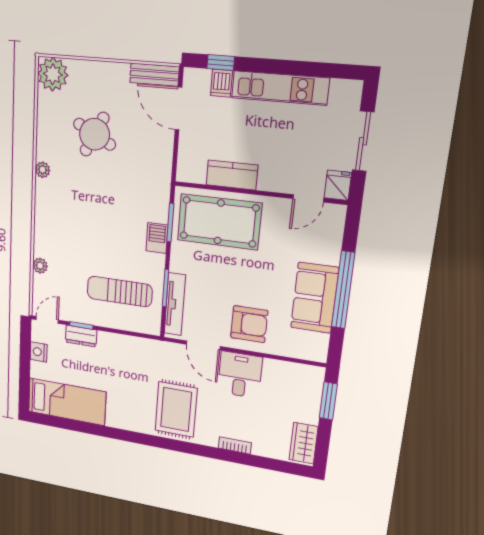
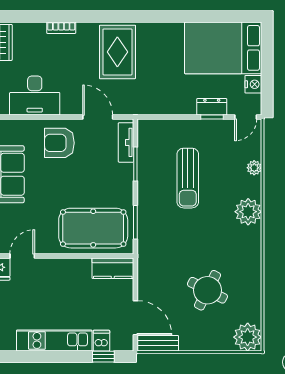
plant: (43, 170) -> (248, 212), moved, width x1.88, depth x1.88
kitchen counter: (232, 175) -> (113, 268), moved
barbecue: (157, 238) -> (146, 207), removed
sun lounger: (120, 291) -> (188, 178), moved, turned 90
tv unit: (175, 304) -> (126, 142), width x0.71
desk: (240, 375) -> (35, 96), moved, width x1.37
bed: (67, 402) -> (223, 48), width x1.50

